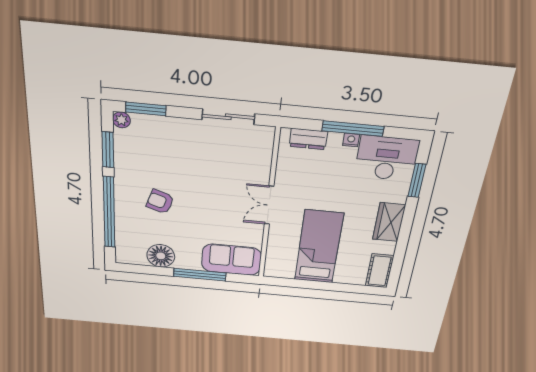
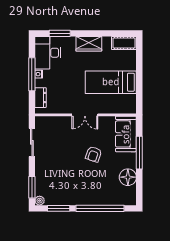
armchair: (160, 202) -> (94, 154), moved

